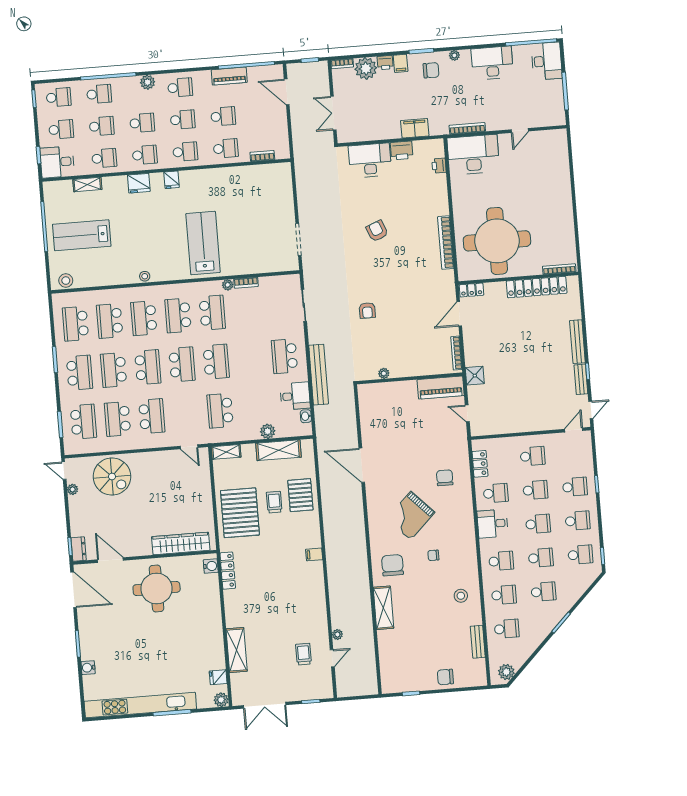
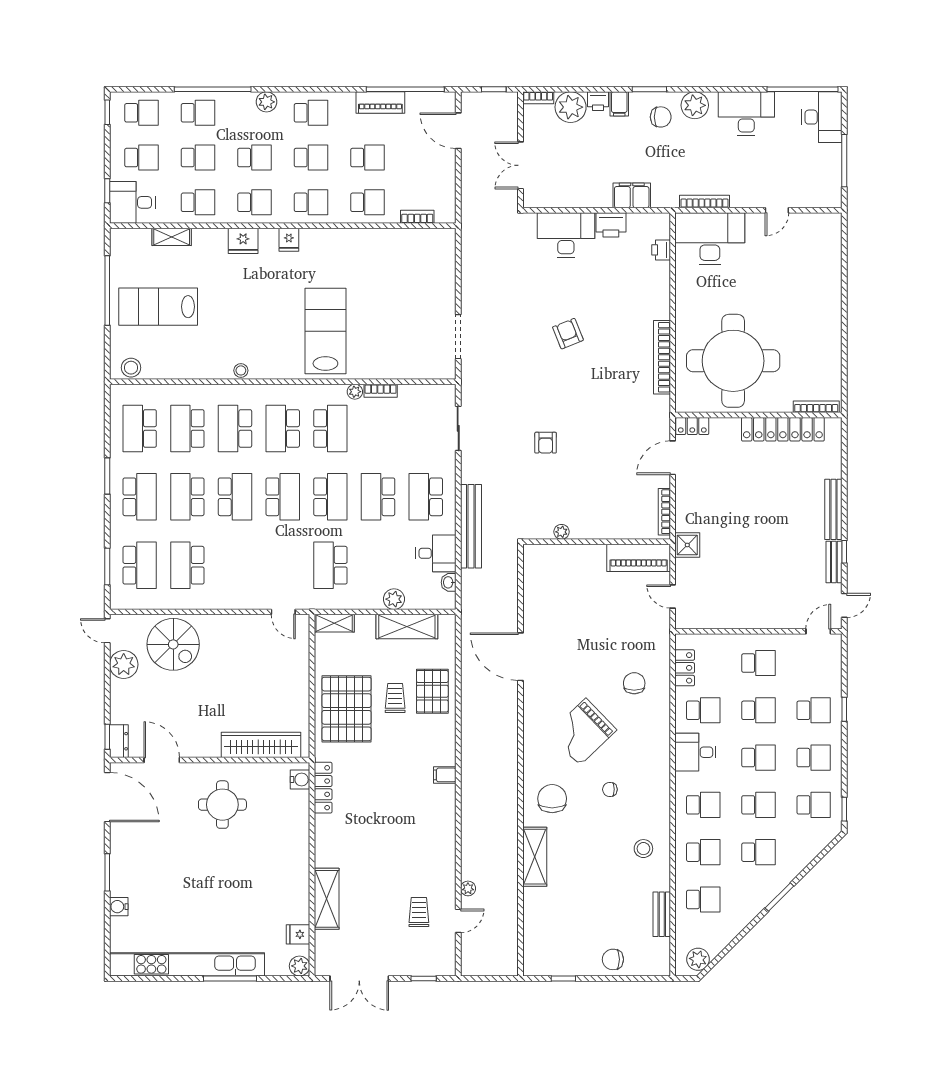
plant: (454, 55) -> (695, 105), width x1.87, depth x1.87
school desk: (152, 416) -> (378, 497), moved, turned 180
plant: (73, 489) -> (124, 664), width x1.88, depth x1.88
round table: (157, 588) -> (222, 805), width x0.73, depth x0.73

